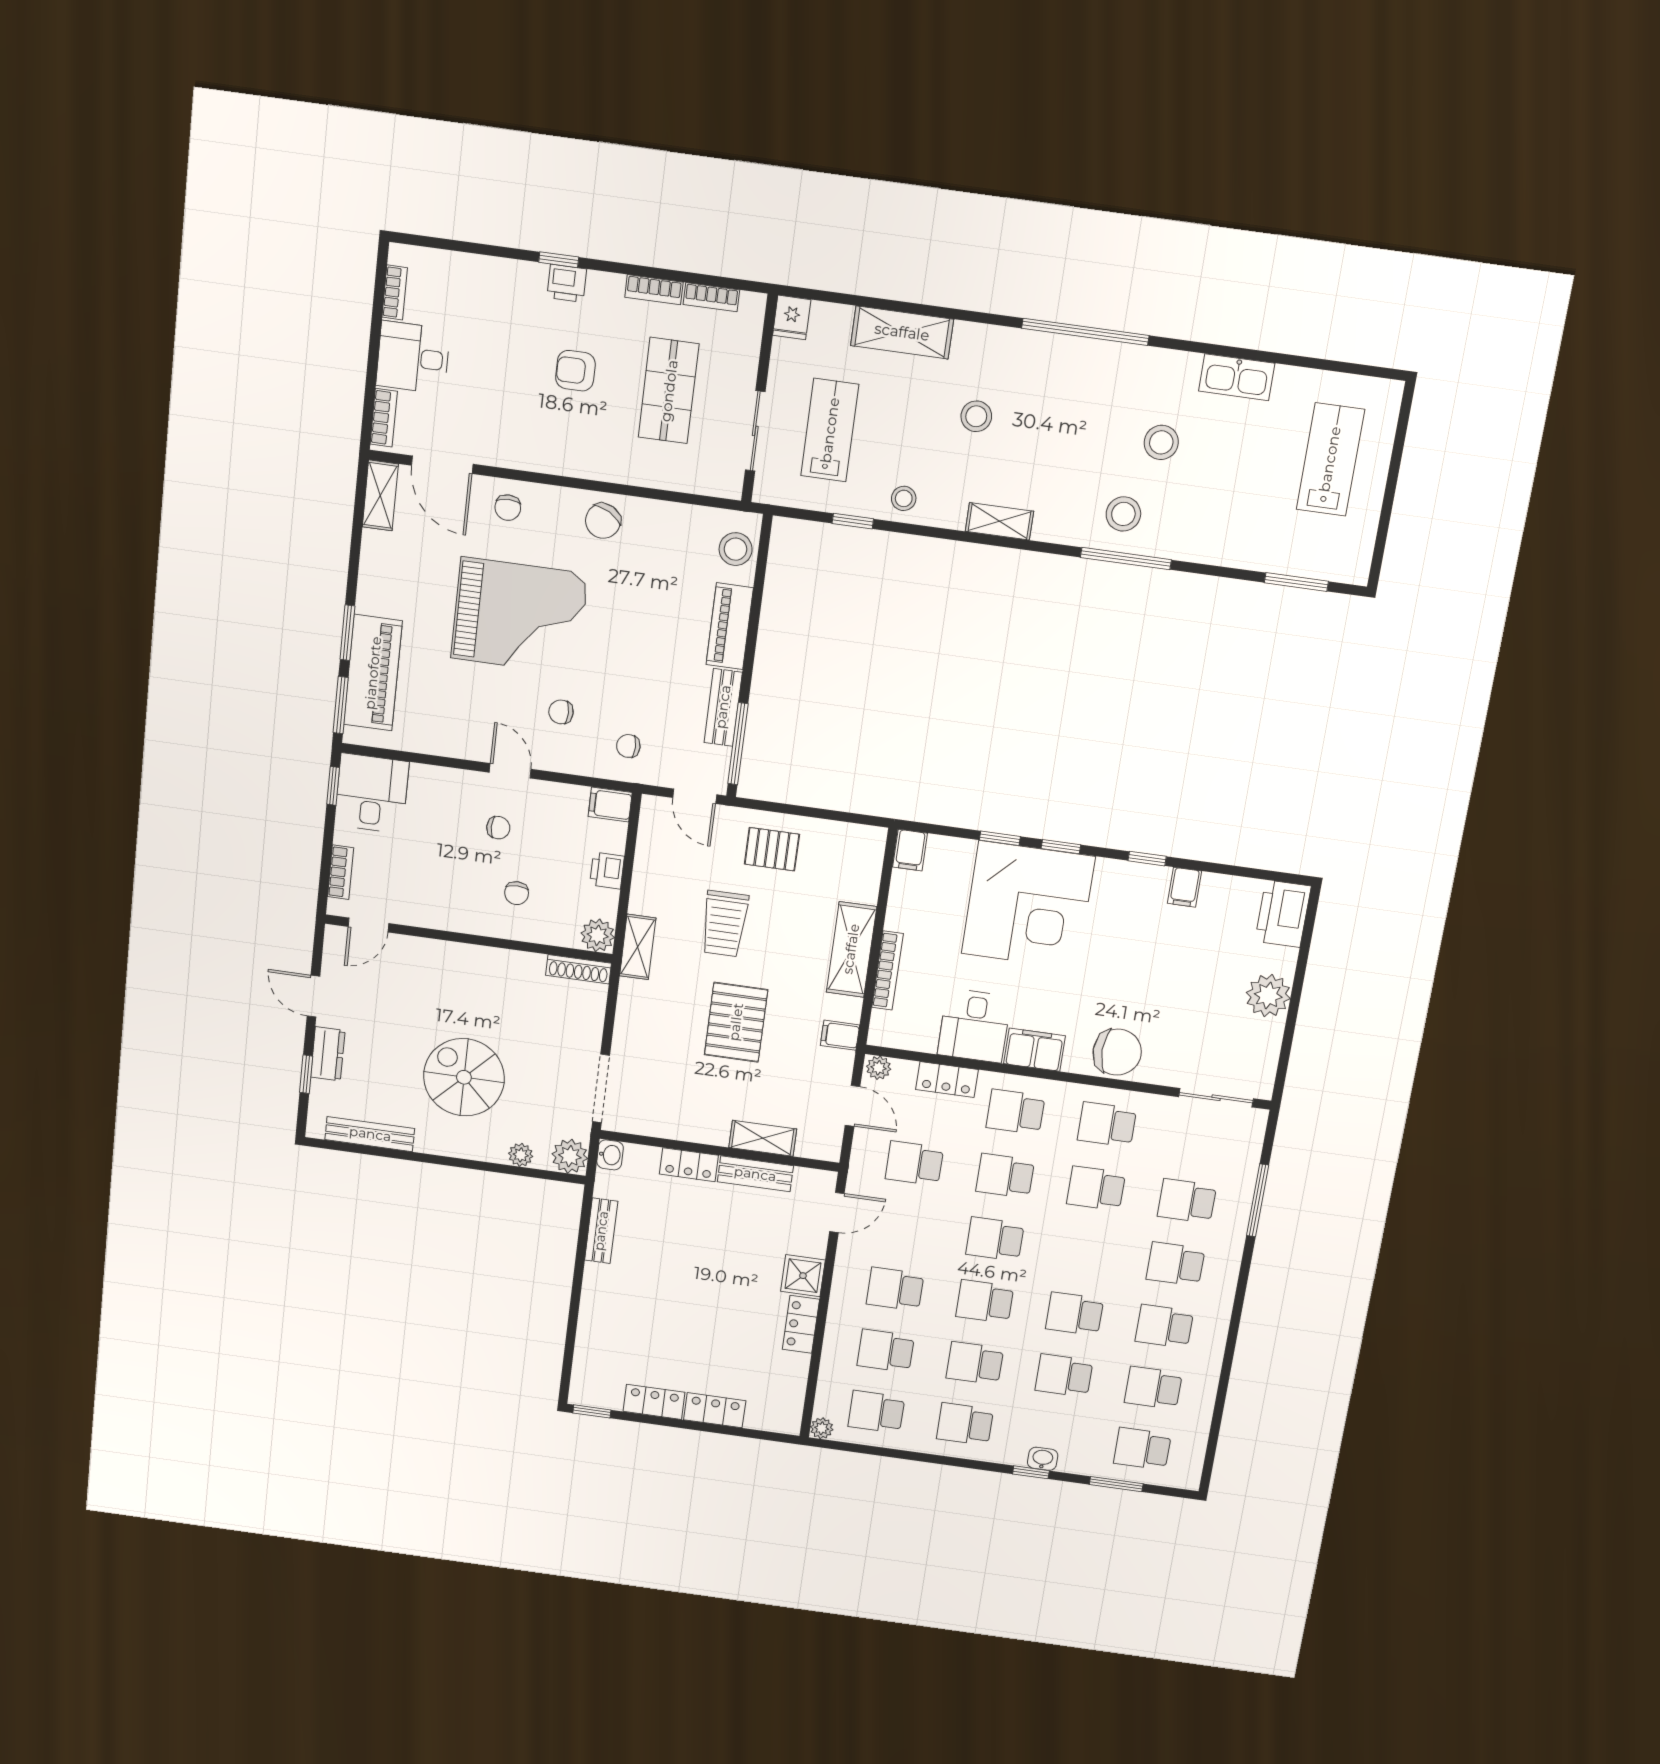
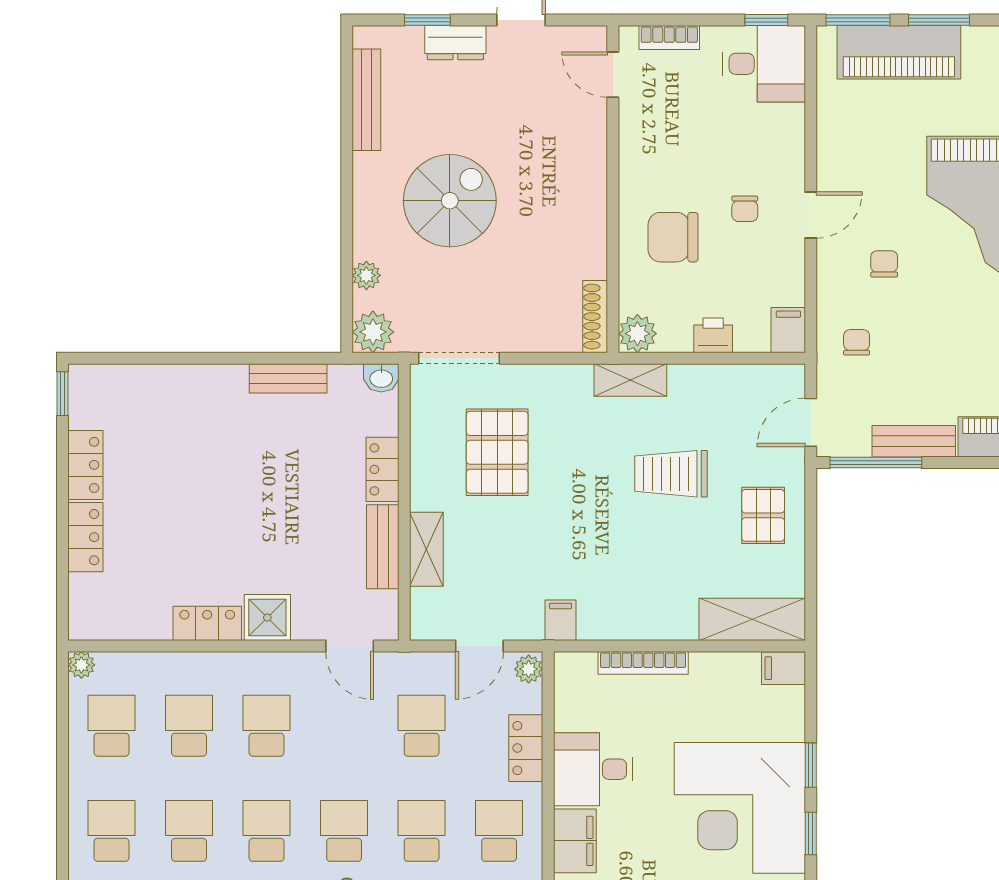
chair: (517, 893) -> (673, 237), width x1.87, depth x1.87
shelving: (851, 949) -> (752, 619), moved
pallet: (736, 1022) -> (497, 452), moved, turned 90

